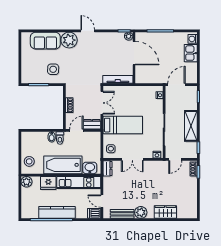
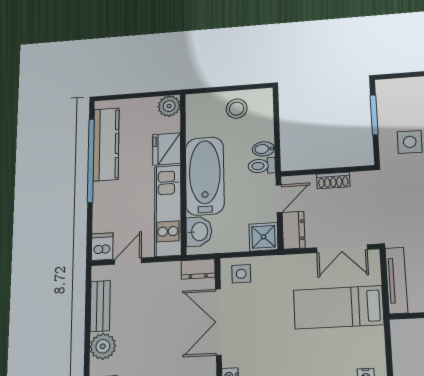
bed: (123, 125) -> (338, 307), moved, turned 90
door: (76, 130) -> (279, 199), hinge flipped
shower: (94, 138) -> (263, 237), added
double door: (132, 159) -> (218, 322), width x1.37
stool: (29, 161) -> (237, 109), moved
kitchen counter: (57, 212) -> (106, 144), moved

